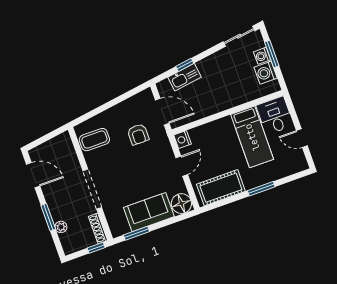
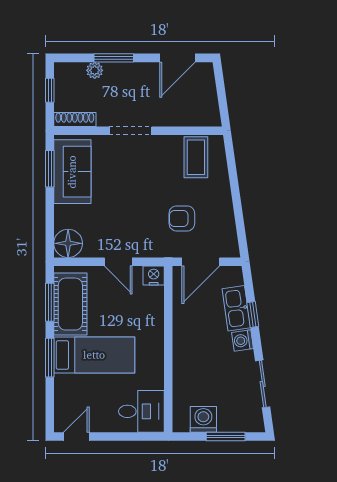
sliding door: (239, 36) -> (263, 384), moved
washing machine: (262, 56) -> (243, 340), moved, turned -98
bed: (252, 137) -> (94, 355), moved, turned 180
door: (302, 138) -> (76, 437), moved
doorway: (92, 189) -> (130, 131), width x0.73
window: (225, 202) -> (50, 302), added
sofa: (149, 212) -> (72, 172), moved
window: (96, 248) -> (50, 90), moved

